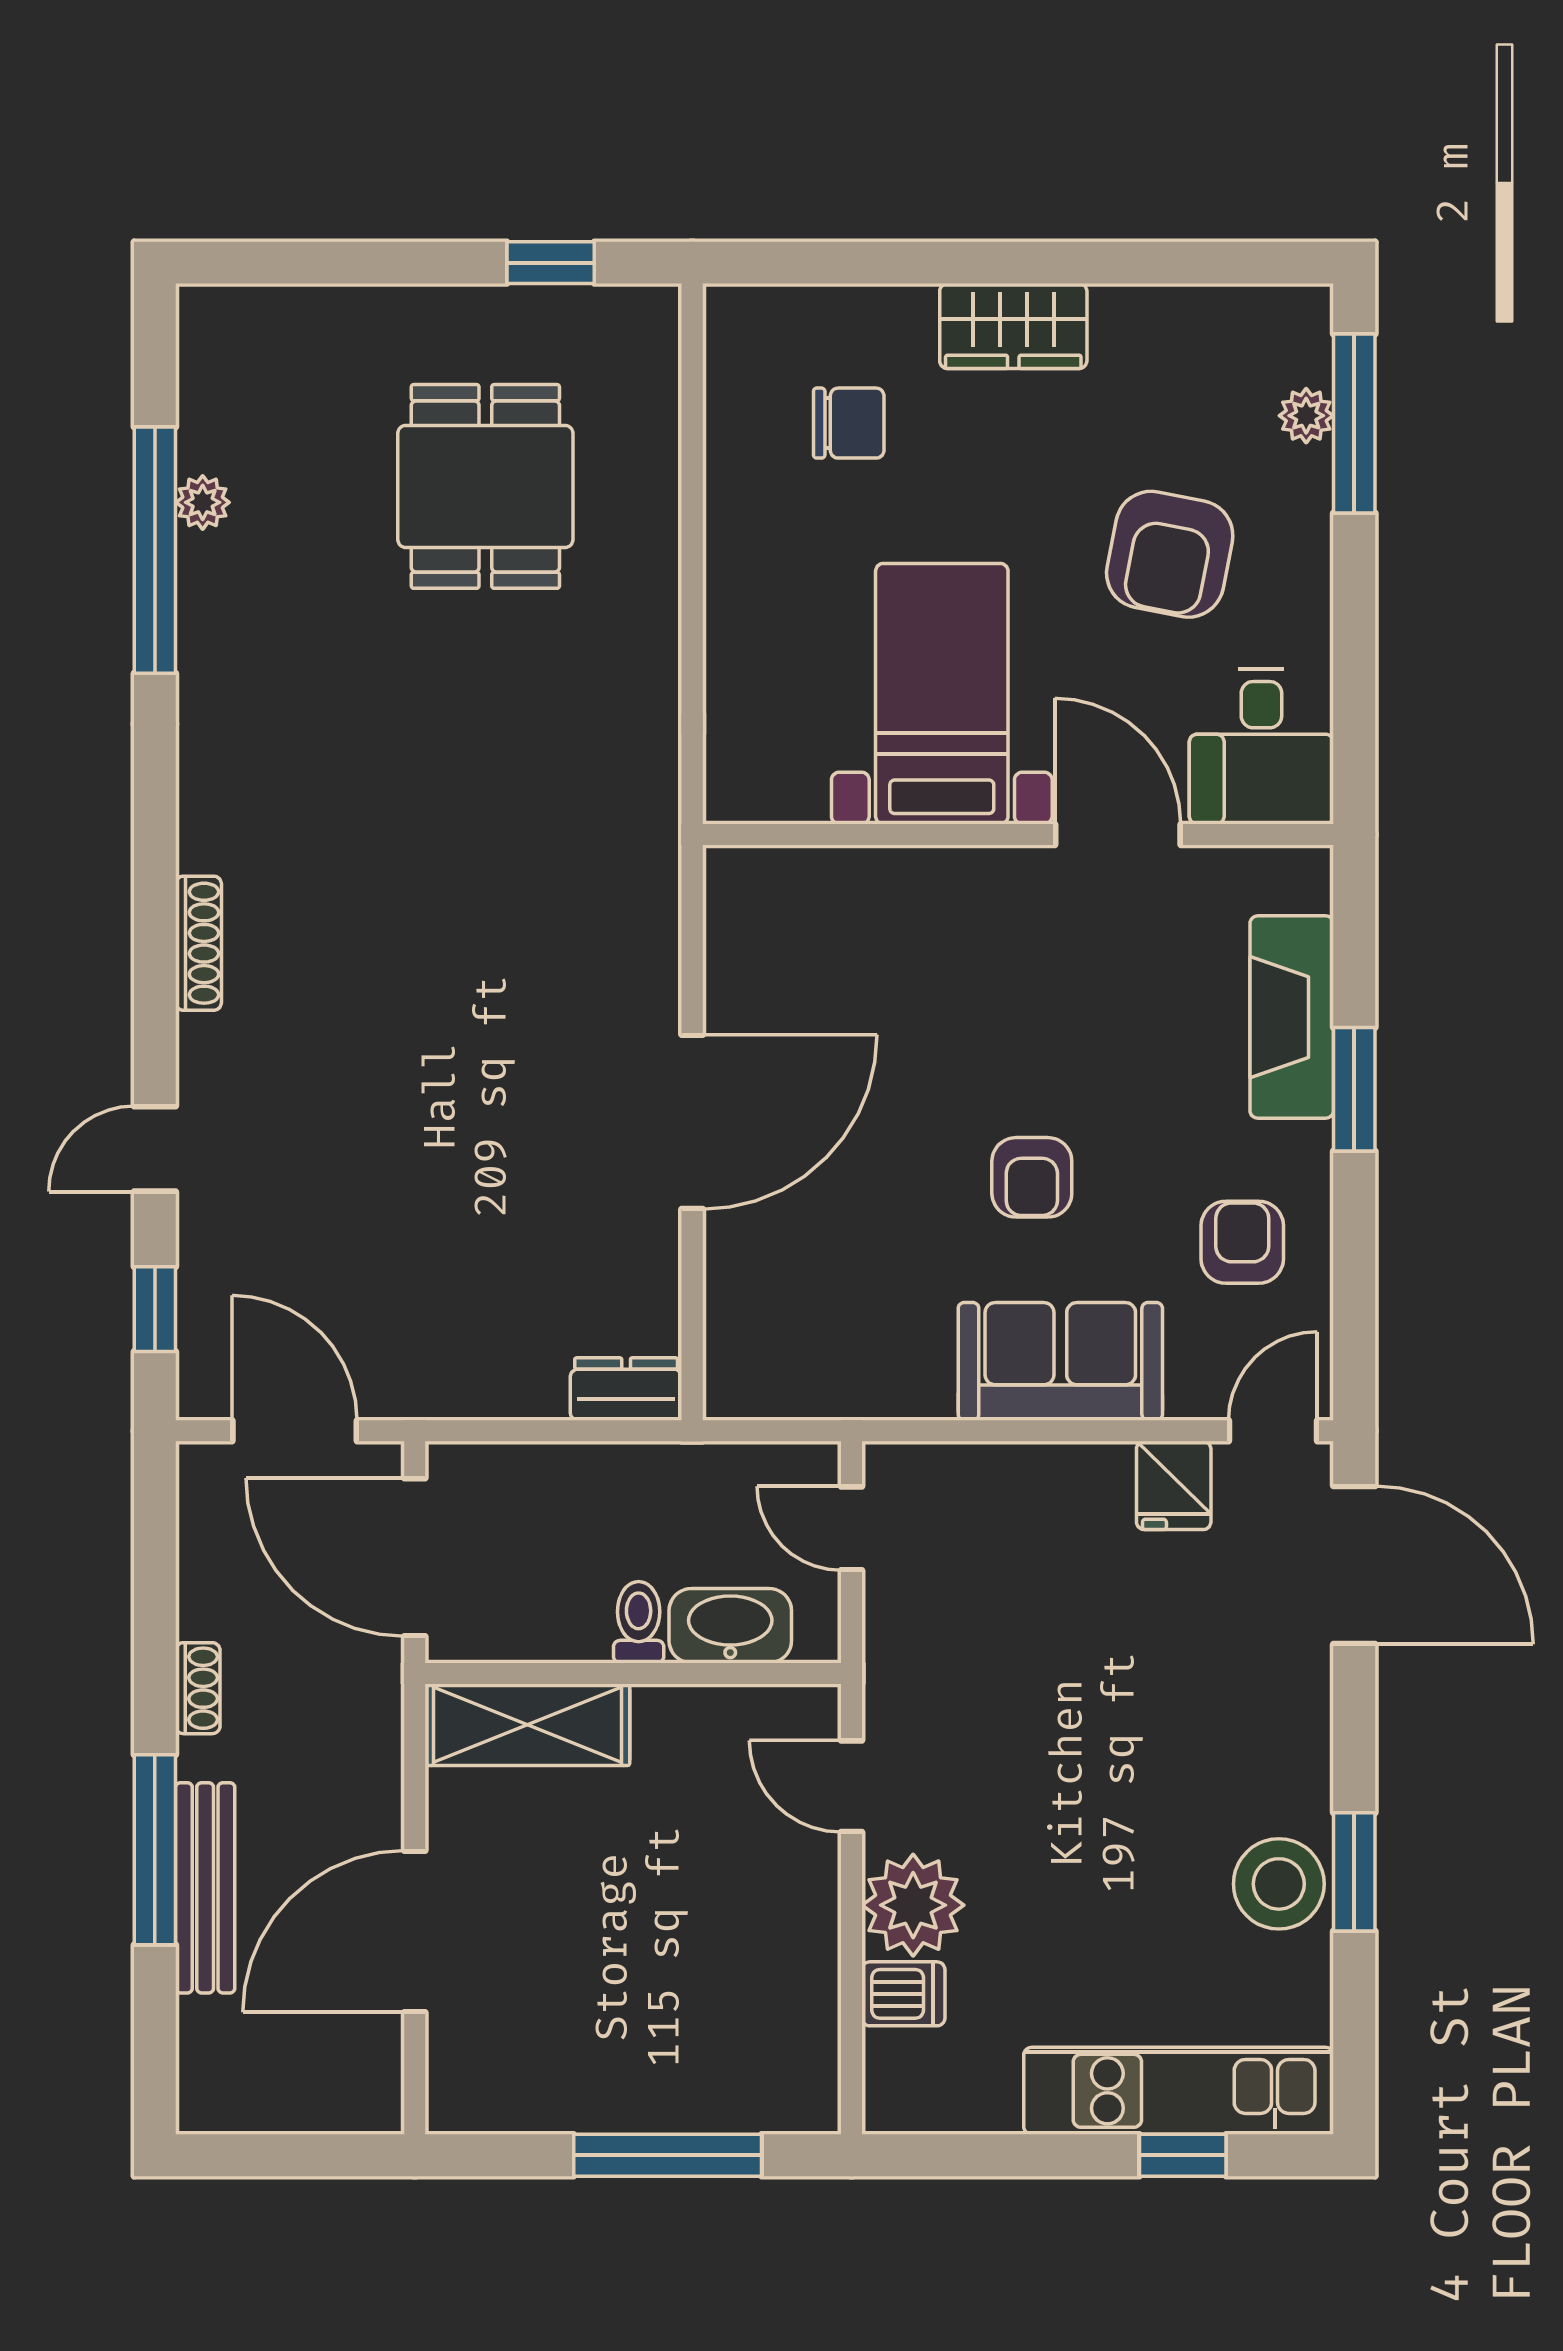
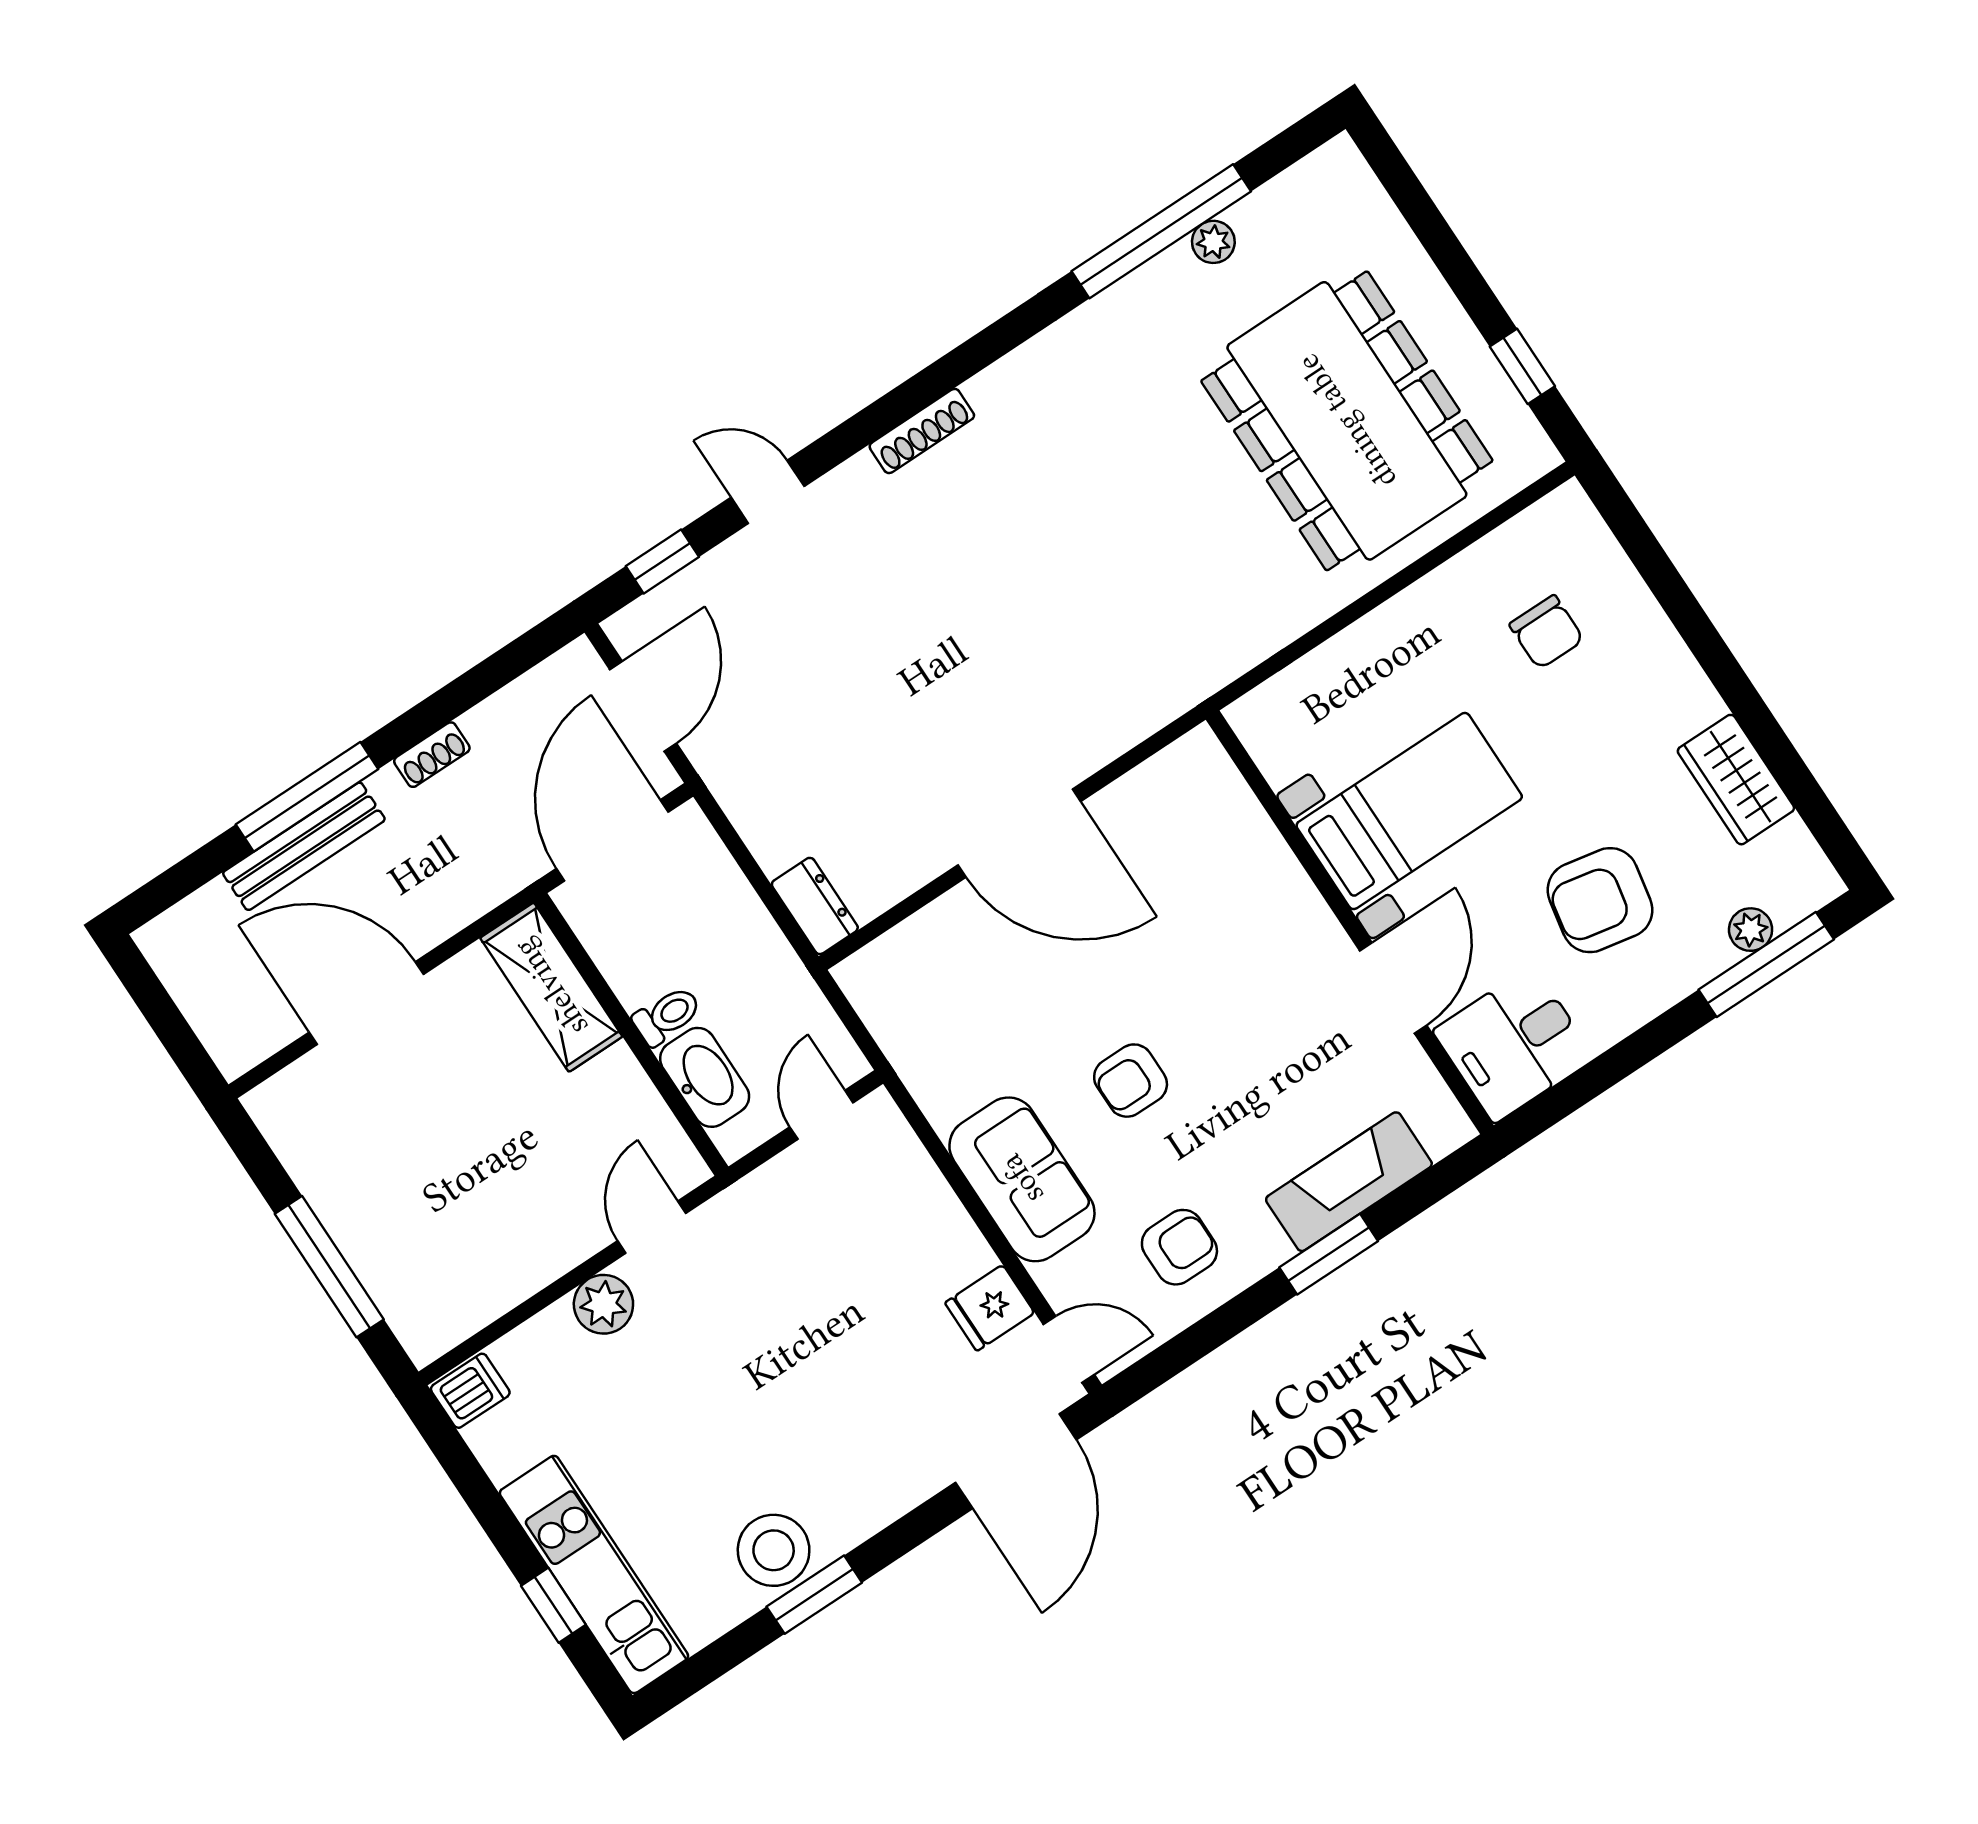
wardrobe: (1013, 326) -> (1736, 780), moved
dining table: (485, 486) -> (1347, 421), width x1.88, depth x1.24
plant: (913, 1905) -> (603, 1304), width x0.73, depth x0.73
dishwasher: (903, 1994) -> (470, 1391), moved, turned -90

